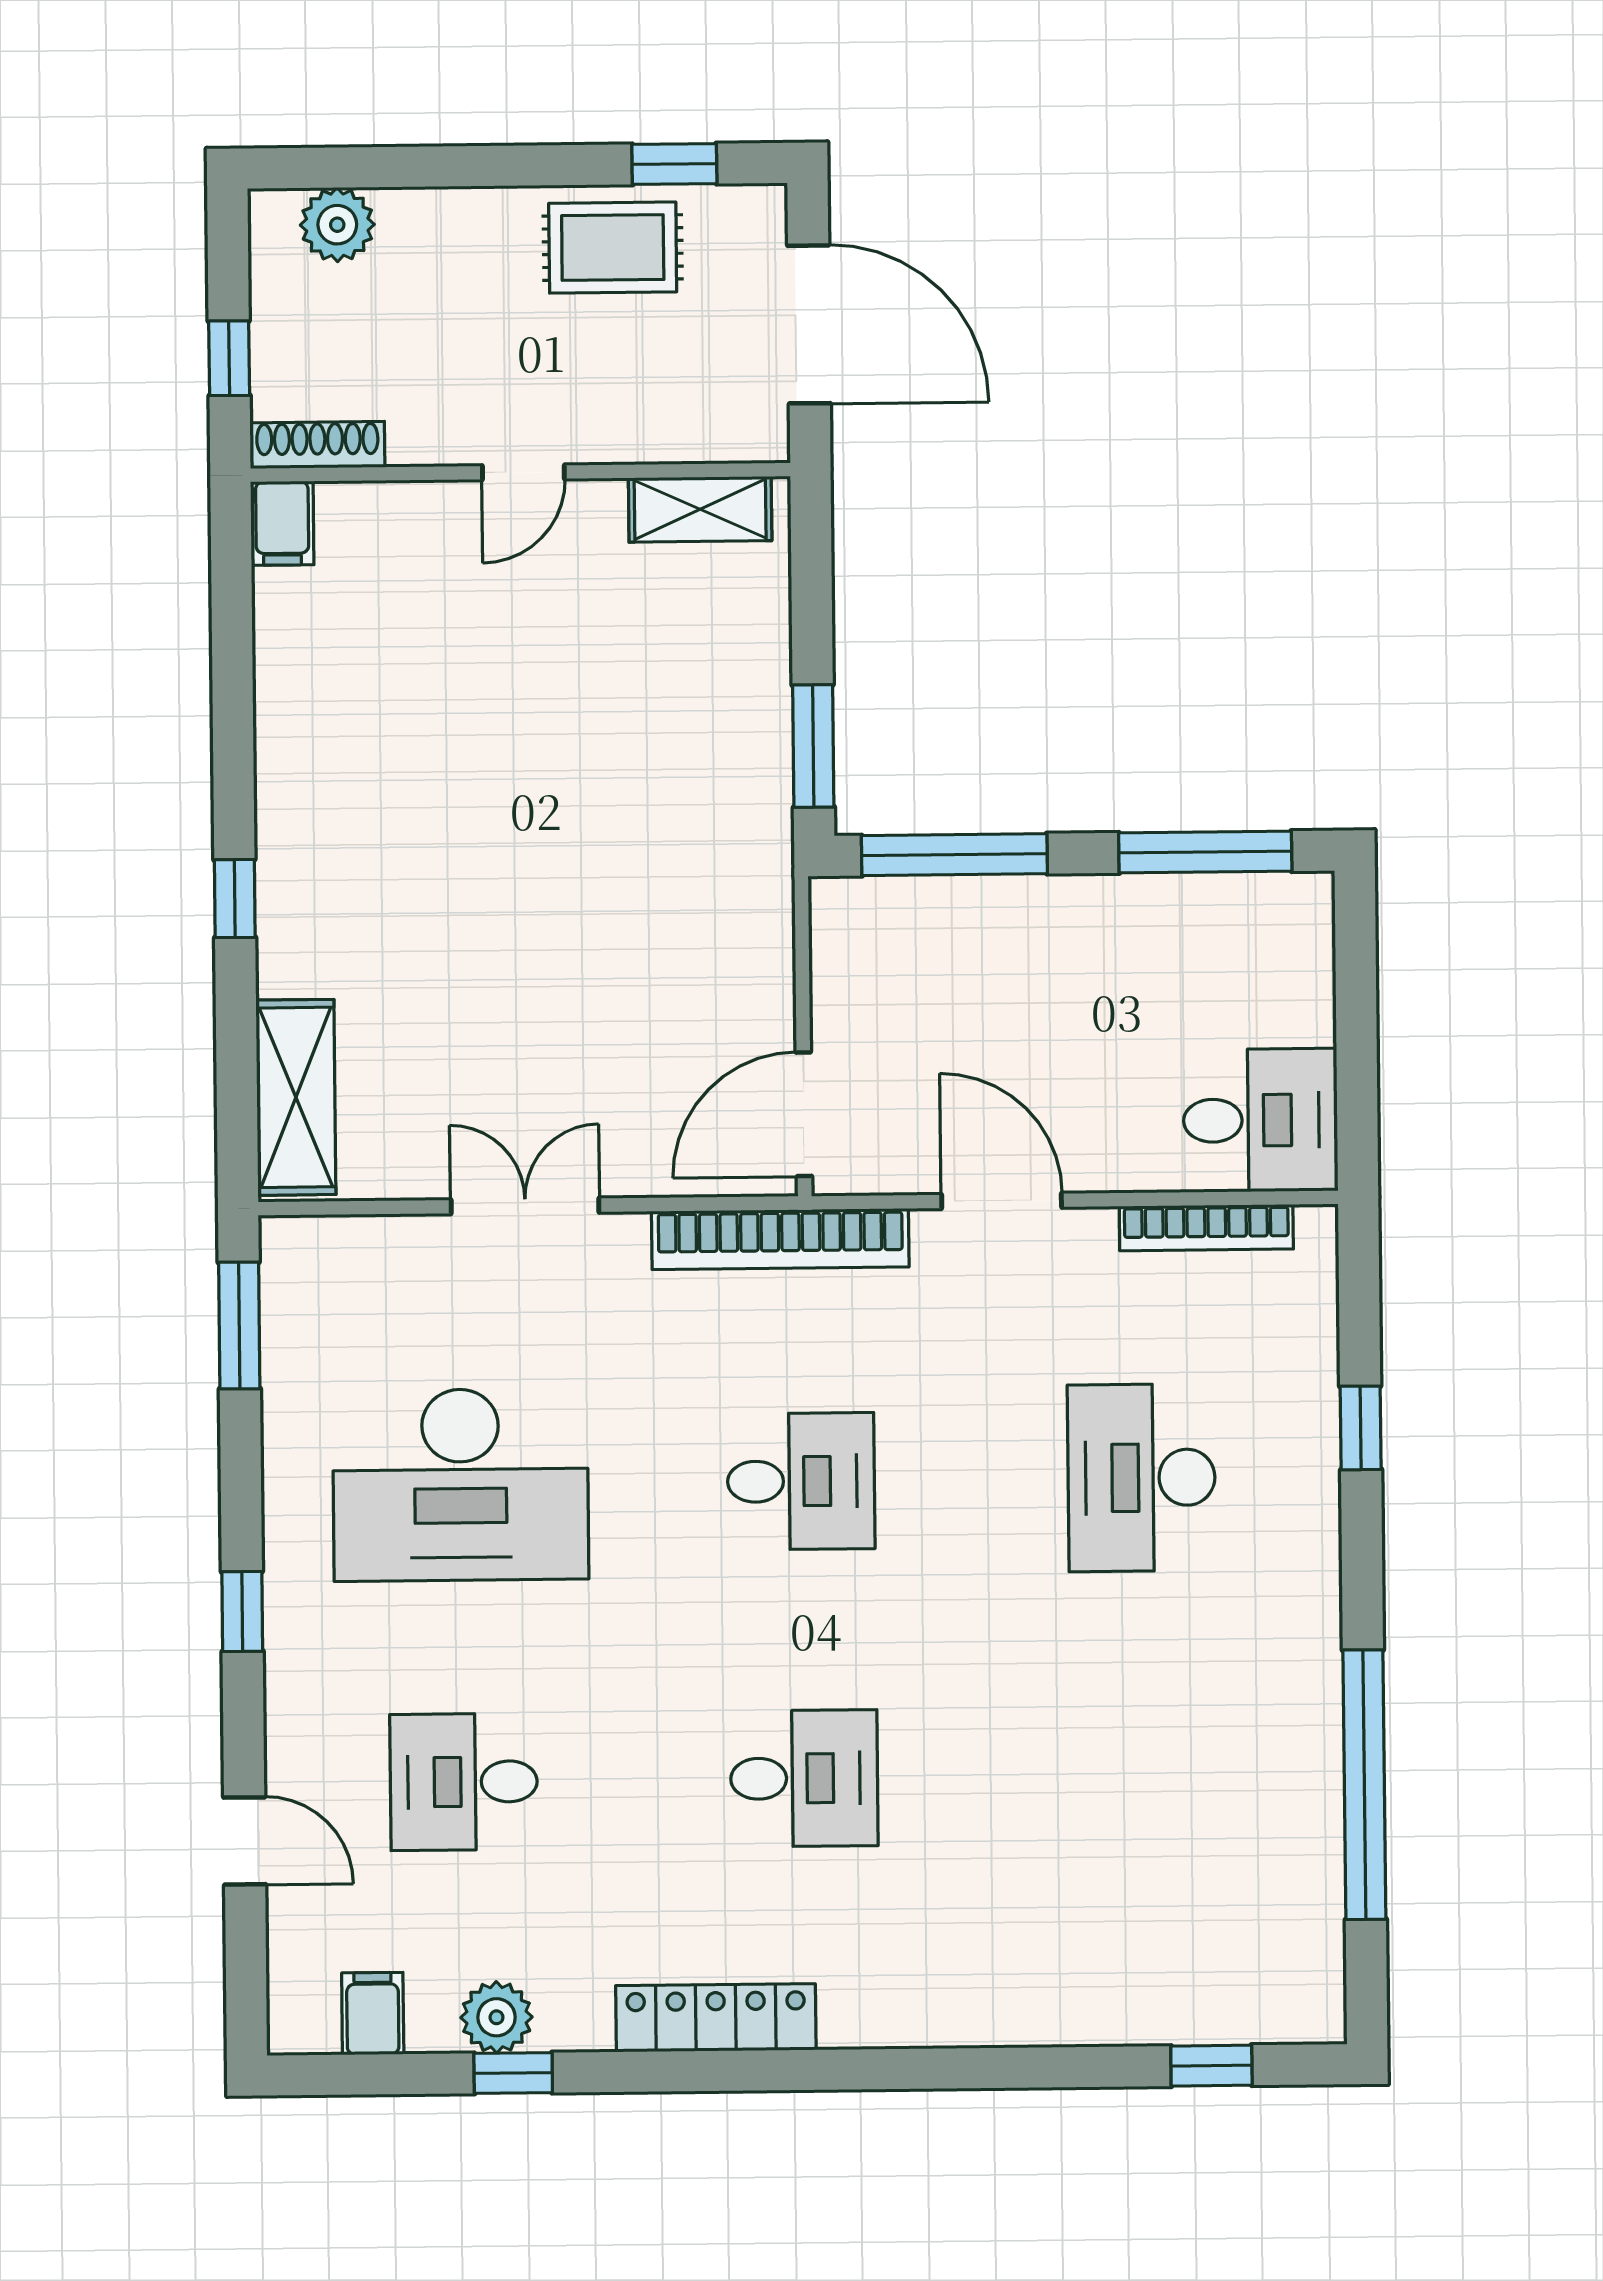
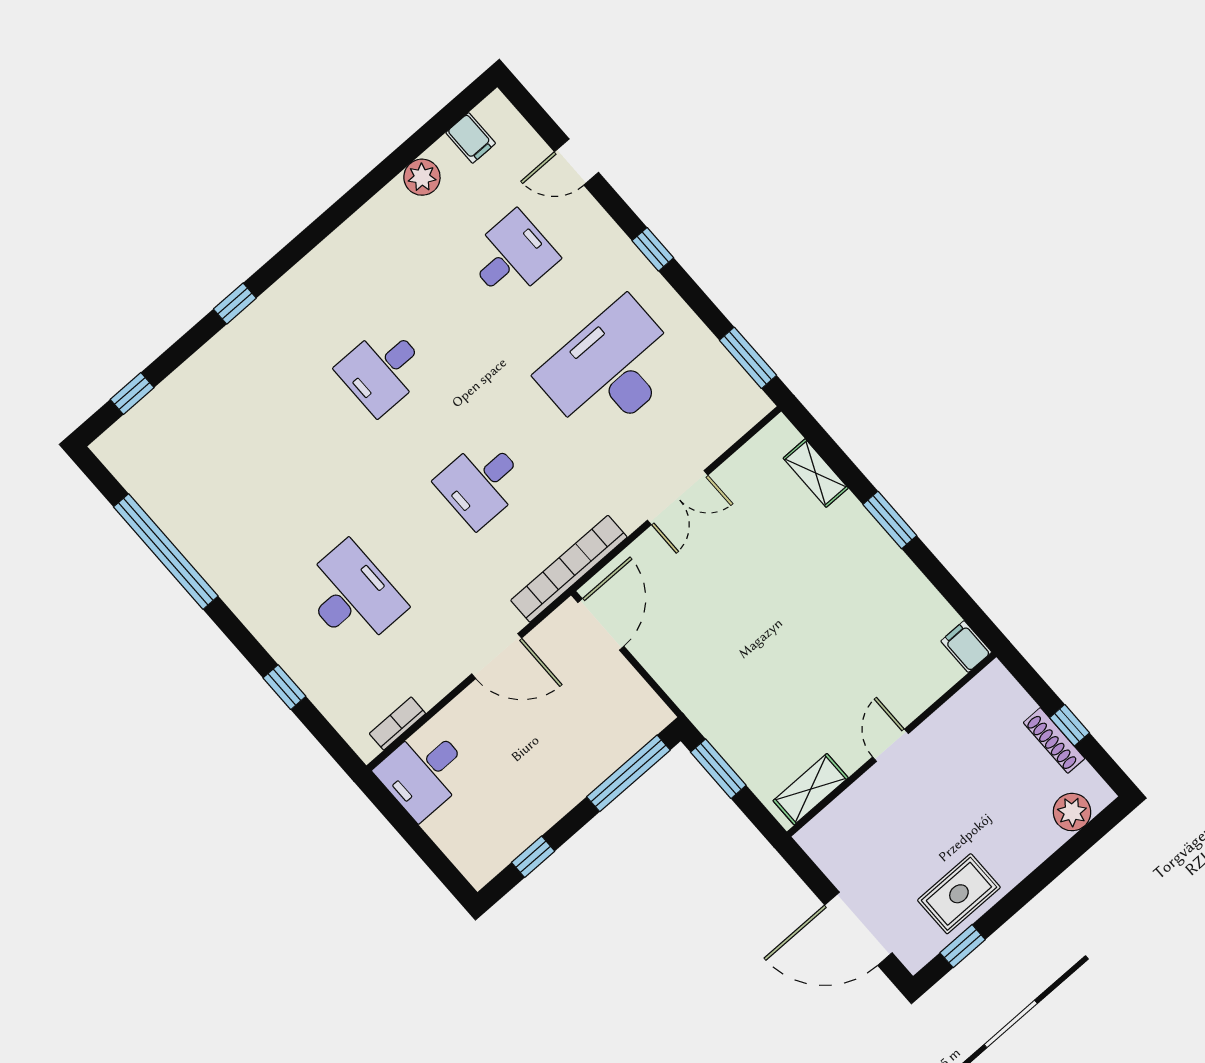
shoe rack: (317, 445) -> (1054, 740), moved, turned 90
wall: (520, 472) -> (892, 744), moved
door: (523, 472) -> (890, 745), moved
shelving: (700, 509) -> (811, 789), moved
filing cabinet: (282, 523) -> (966, 647), moved
window: (1205, 852) -> (533, 857), width x0.46
window: (235, 899) -> (890, 520), width x1.50
shelving: (296, 1097) -> (816, 473), width x0.67, depth x0.75
bookcase: (1206, 1228) -> (397, 723), width x0.64
locker: (716, 2018) -> (338, 249), removed
window: (513, 2073) -> (235, 303), moved

